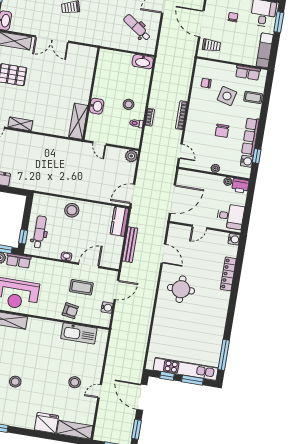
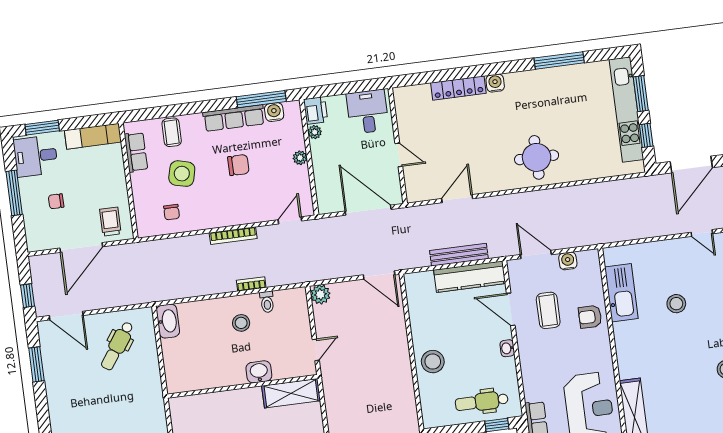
window: (257, 156) -> (261, 99), width x2.17
kitchen counter: (119, 221) -> (470, 277), moved, width x1.50
water cooler: (234, 239) -> (495, 83), moved
round table: (181, 289) -> (537, 157), moved
armchair: (70, 311) -> (590, 317), turned -99
window: (224, 355) -> (559, 60), moved
stool: (75, 382) -> (676, 304), moved

